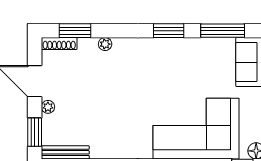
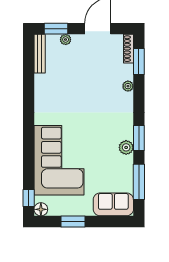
plant: (180, 46) -> (126, 147), added
plant: (48, 107) -> (66, 40), moved

